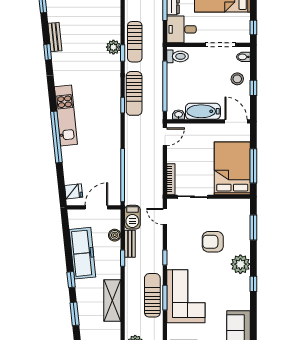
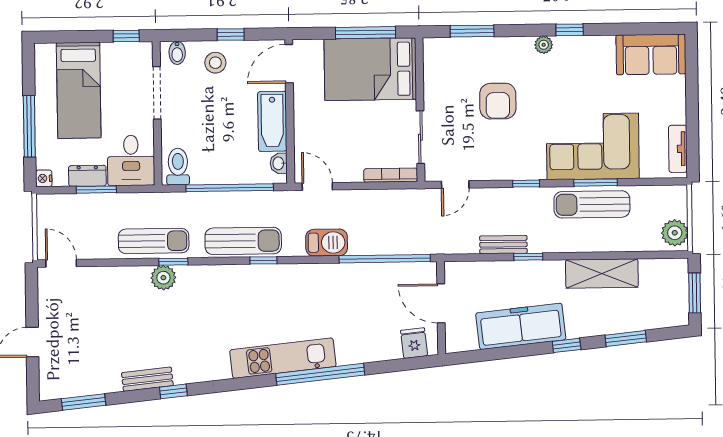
barbecue: (132, 217) -> (327, 243), moved
boiler: (115, 235) -> (489, 271), removed
plant: (240, 264) -> (544, 45), width x0.53, depth x0.53

